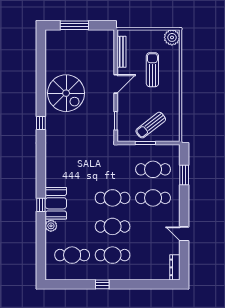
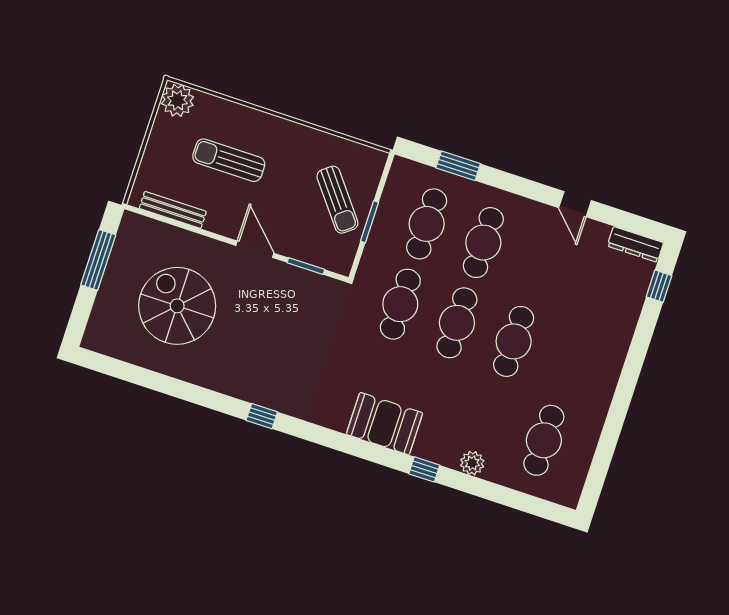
window: (74, 25) -> (98, 260), moved
door: (116, 84) -> (255, 249), moved
spiral stairs: (66, 93) -> (177, 306), moved, turned -90
booth: (56, 203) -> (384, 424), moved
door: (184, 234) -> (575, 204), hinge flipped
cafe table: (113, 255) -> (400, 304), moved
window: (102, 284) -> (659, 286), moved

